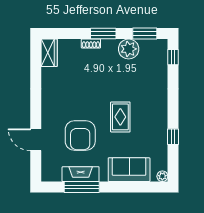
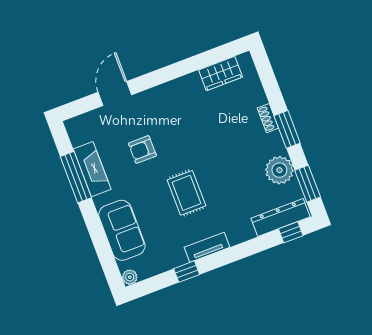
wardrobe: (49, 53) -> (221, 73), moved
dresser: (161, 60) -> (280, 218), added
rug: (120, 117) -> (186, 193), turned 90
tv unit: (162, 117) -> (207, 247), added
armchair: (80, 136) -> (142, 150), width x0.53, depth x0.53

